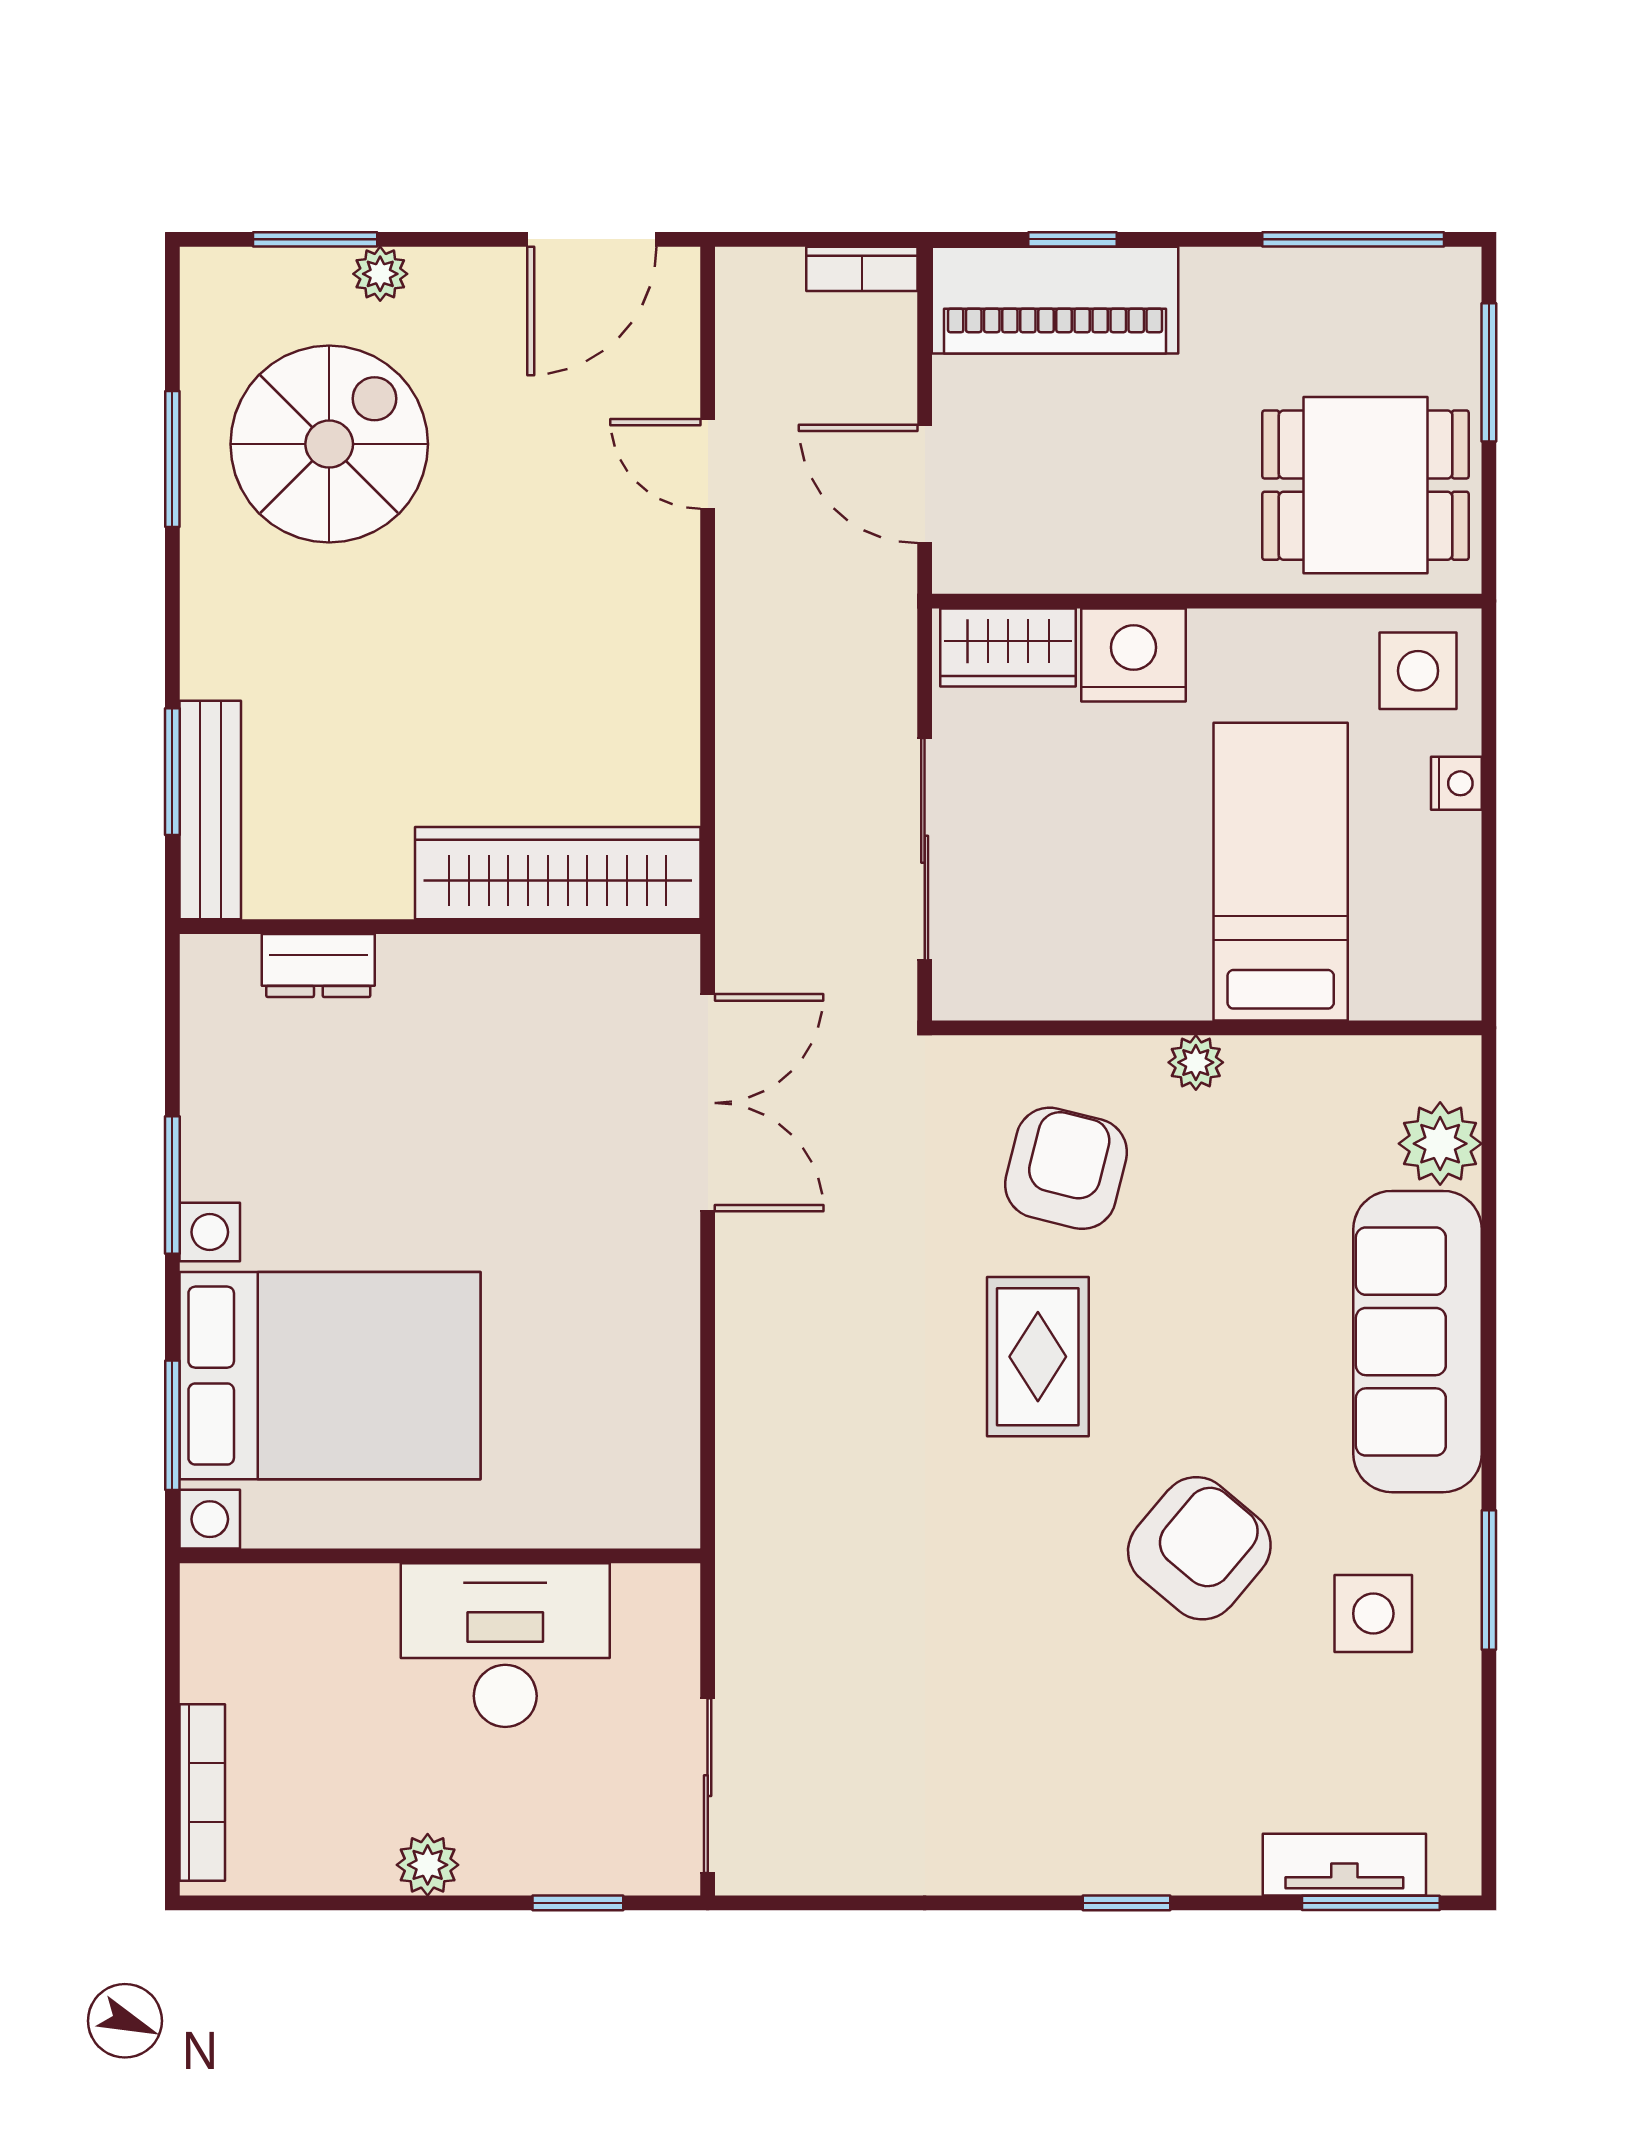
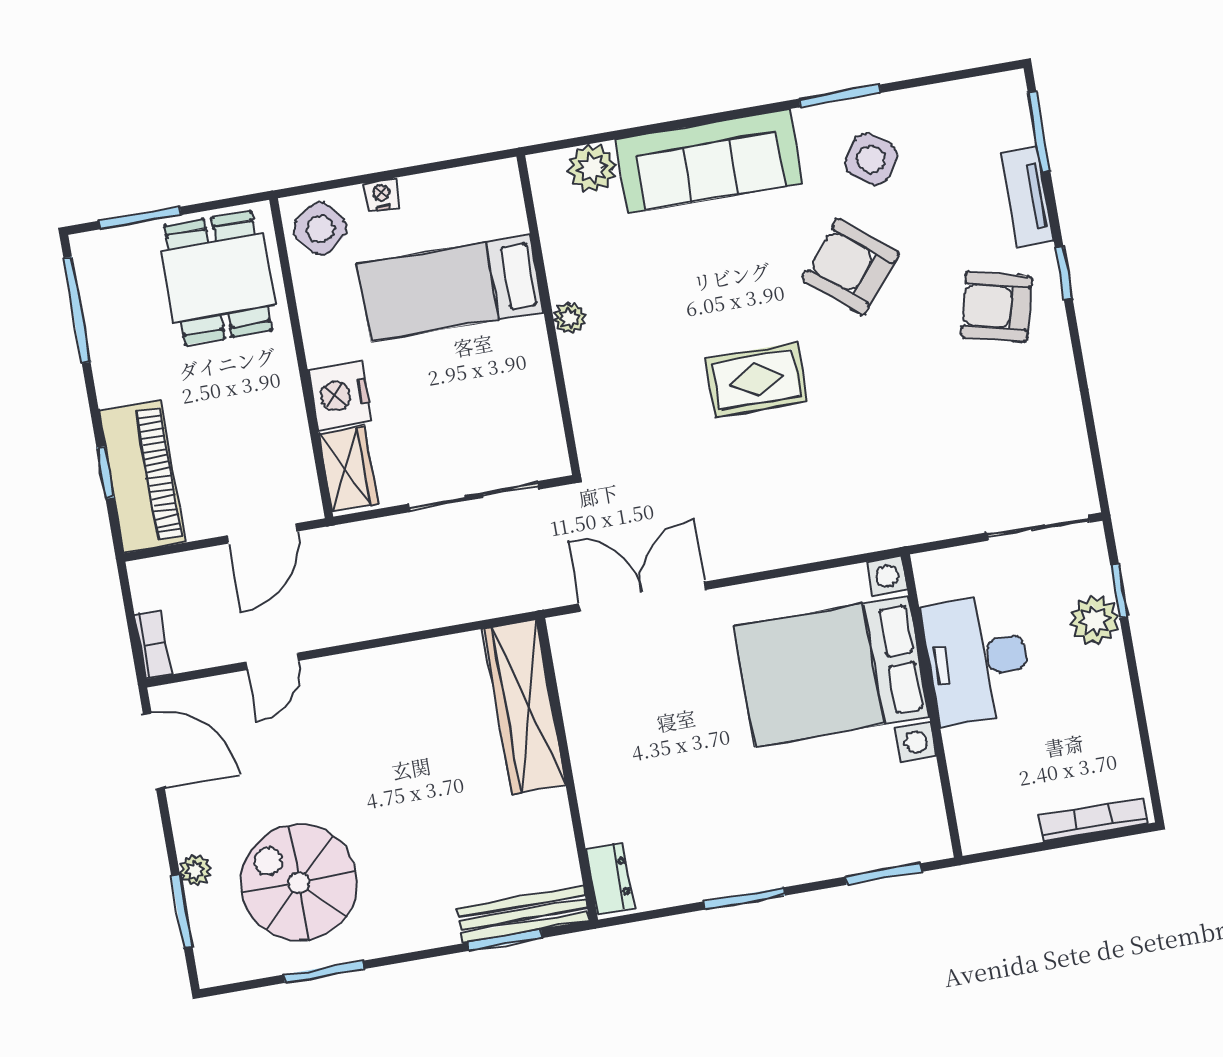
bookcase: (862, 269) -> (153, 645), moved
side table: (1418, 671) -> (320, 229), turned -38
dresser: (318, 965) -> (610, 879), moved
armchair: (1066, 1168) -> (996, 307), moved
bed with nightstands: (330, 1376) -> (832, 671), moved, turned -90
side table: (1373, 1614) -> (871, 159), turned 33
plant: (428, 1865) -> (1095, 620), moved, width x1.38, depth x1.38
tv unit: (1344, 1865) -> (1028, 197), moved

